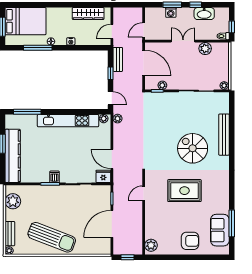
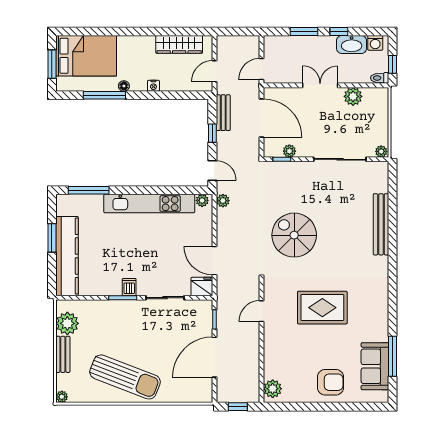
washing machine: (171, 12) -> (375, 43), moved
spiral stairs: (193, 148) -> (294, 235), moved
bench: (10, 234) -> (63, 354), moved

